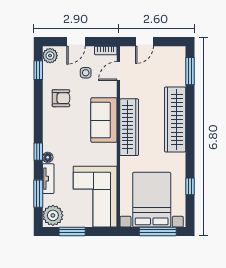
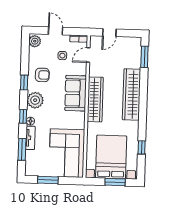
door: (76, 42) -> (56, 31), swing flipped
window: (38, 70) -> (24, 83), moved
plant: (53, 215) -> (35, 100), moved
window: (158, 231) -> (115, 182), width x0.69

